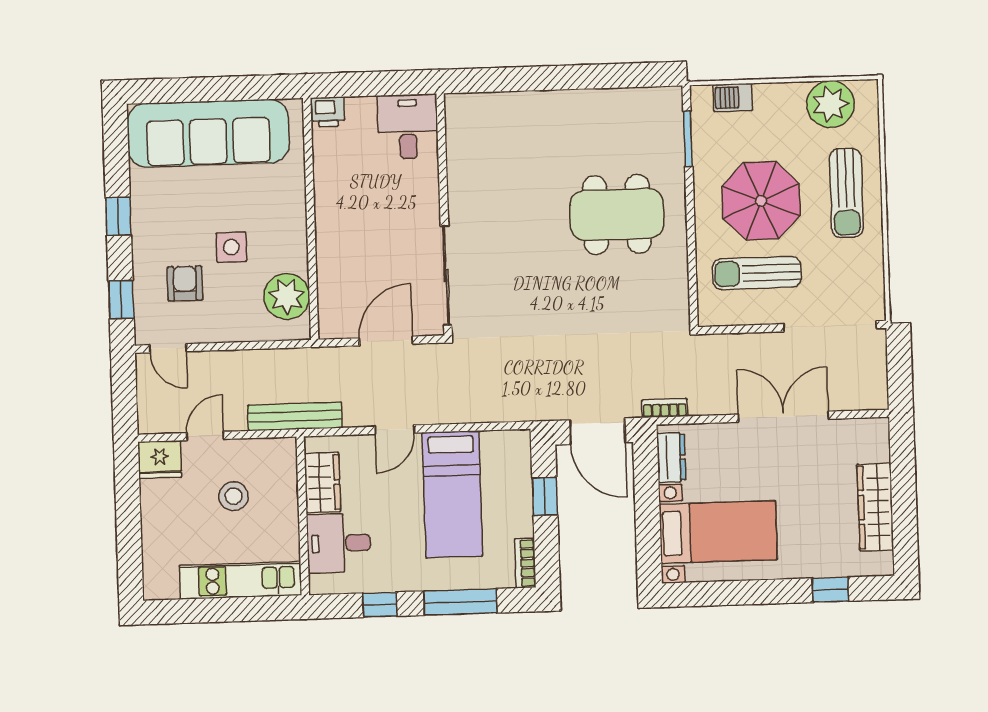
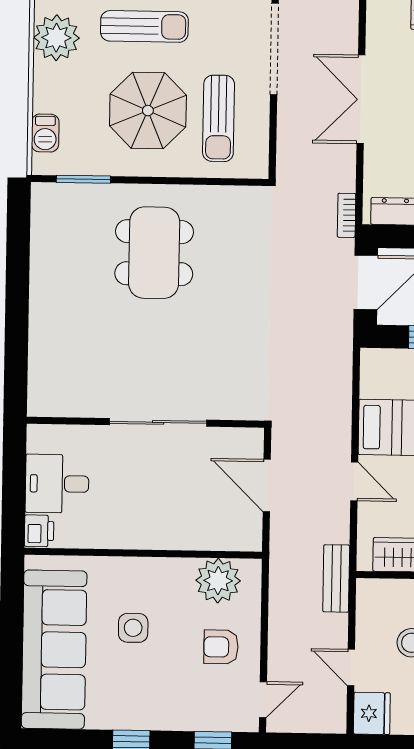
desk: (408, 127) -> (57, 484), moved
side table: (231, 247) -> (133, 628), moved
sliding door: (446, 275) -> (158, 422), moved
armchair: (185, 283) -> (221, 647), moved
bench: (295, 416) -> (336, 578), width x0.73

